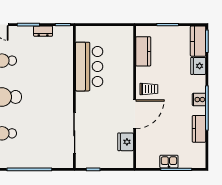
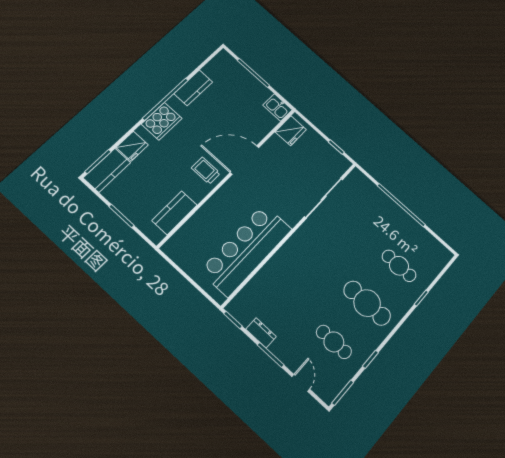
bar counter: (89, 67) -> (246, 250), width x1.36
cooker: (199, 100) -> (162, 121), width x1.87, depth x1.31
fridge: (126, 142) -> (291, 131), moved
kitchen sink: (169, 162) -> (278, 108), moved

